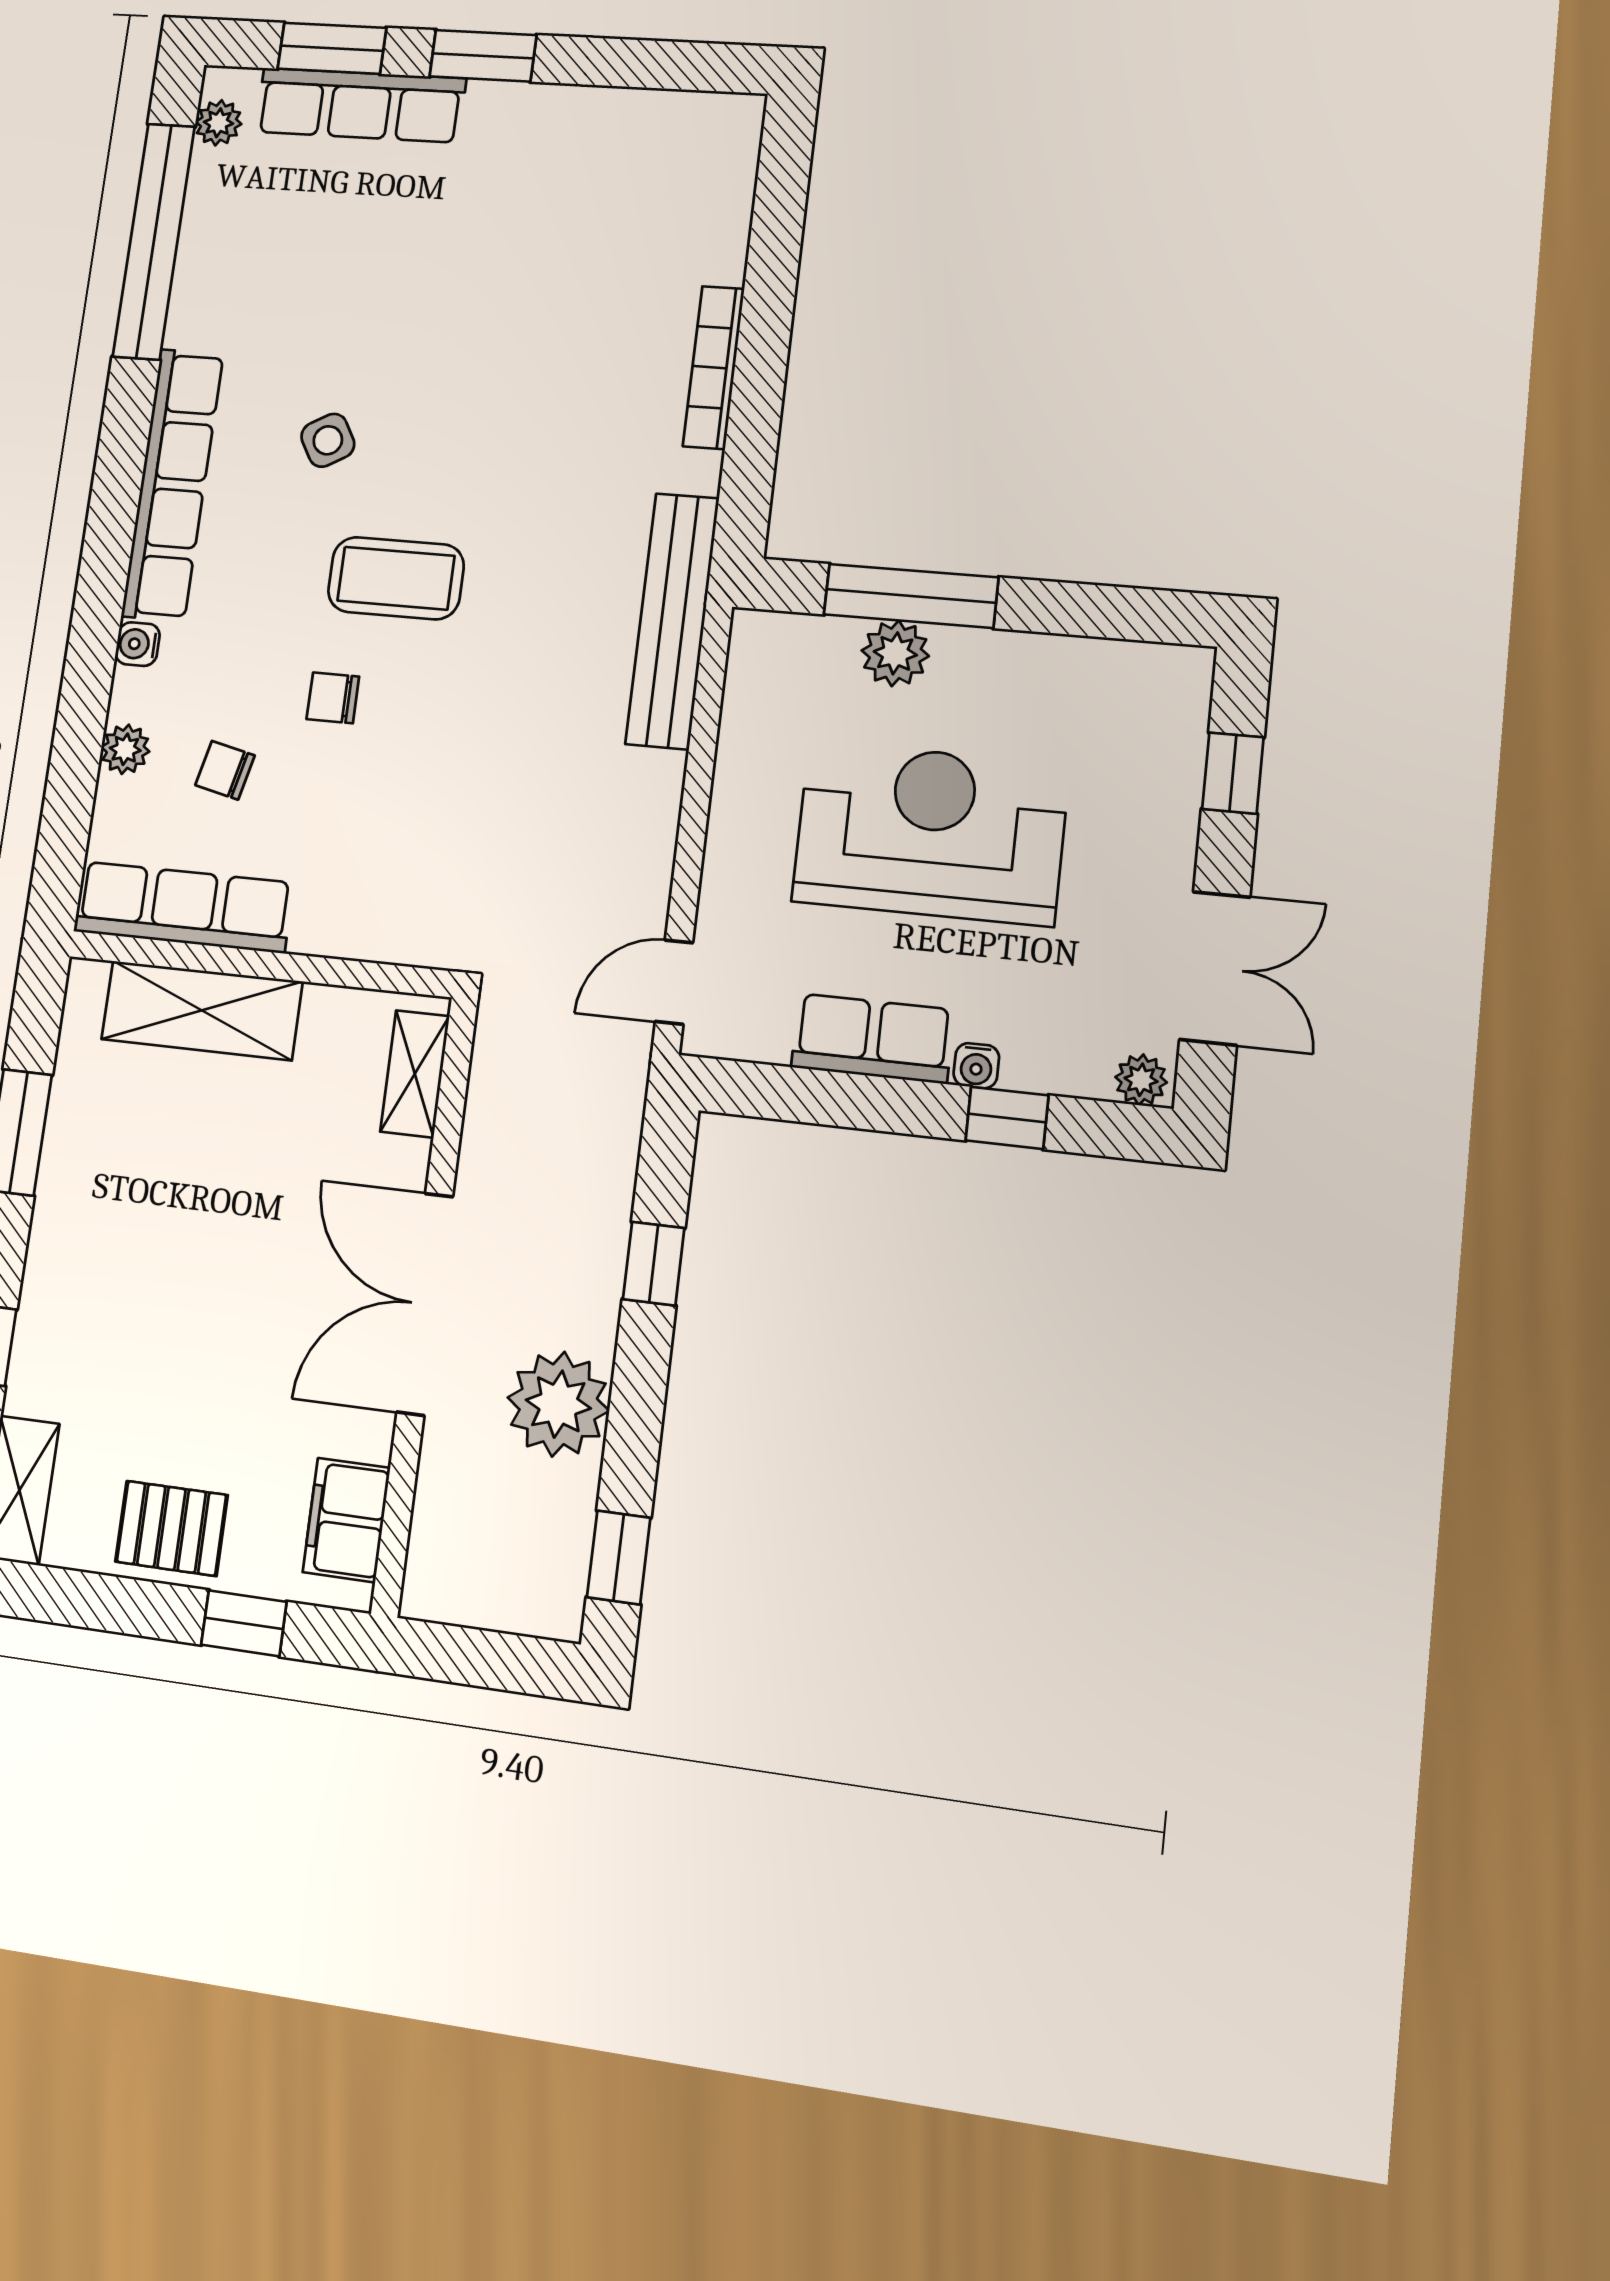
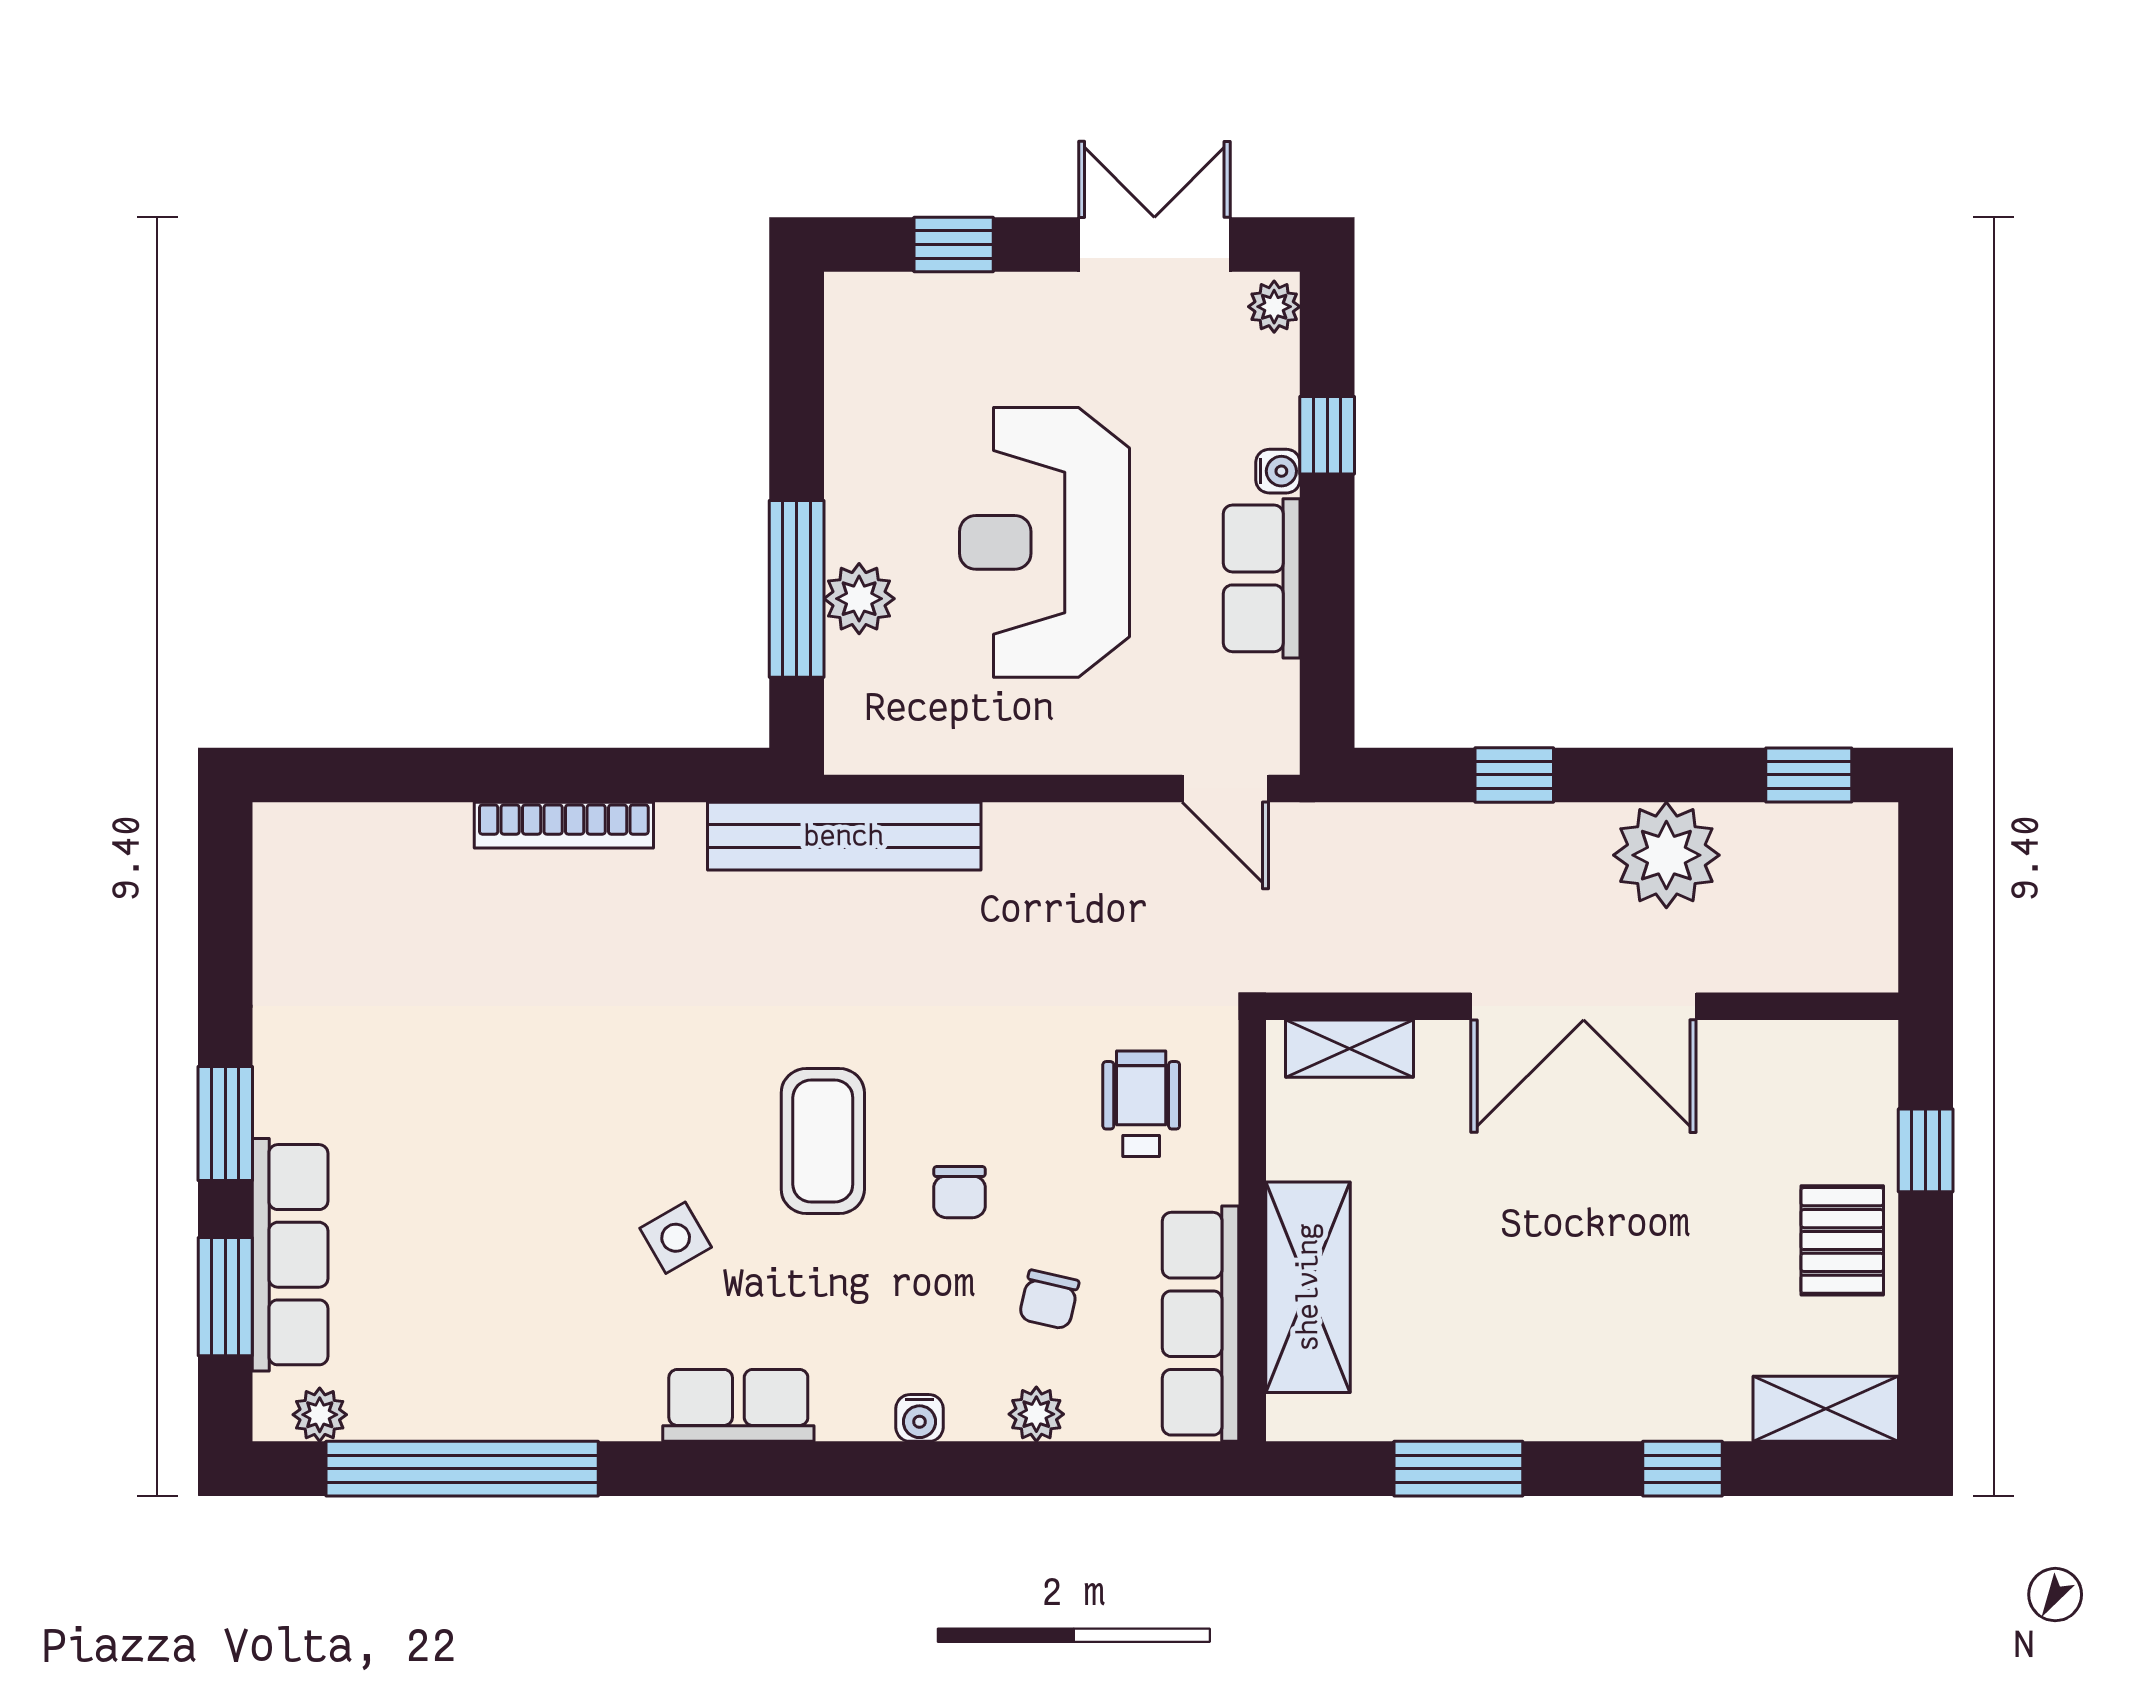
row of seats: (173, 484) -> (738, 1405), width x0.50
wheelchair: (390, 872) -> (1141, 1104), added
filing cabinet: (346, 1520) -> (1809, 1058), removed

